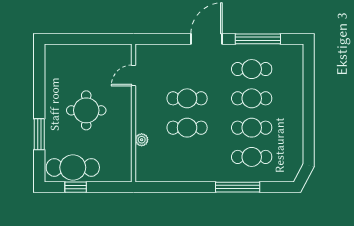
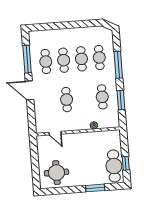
round table: (86, 110) -> (56, 173), moved
cafe table: (187, 128) -> (102, 97), moved
window: (180, 187) -> (121, 100), added

